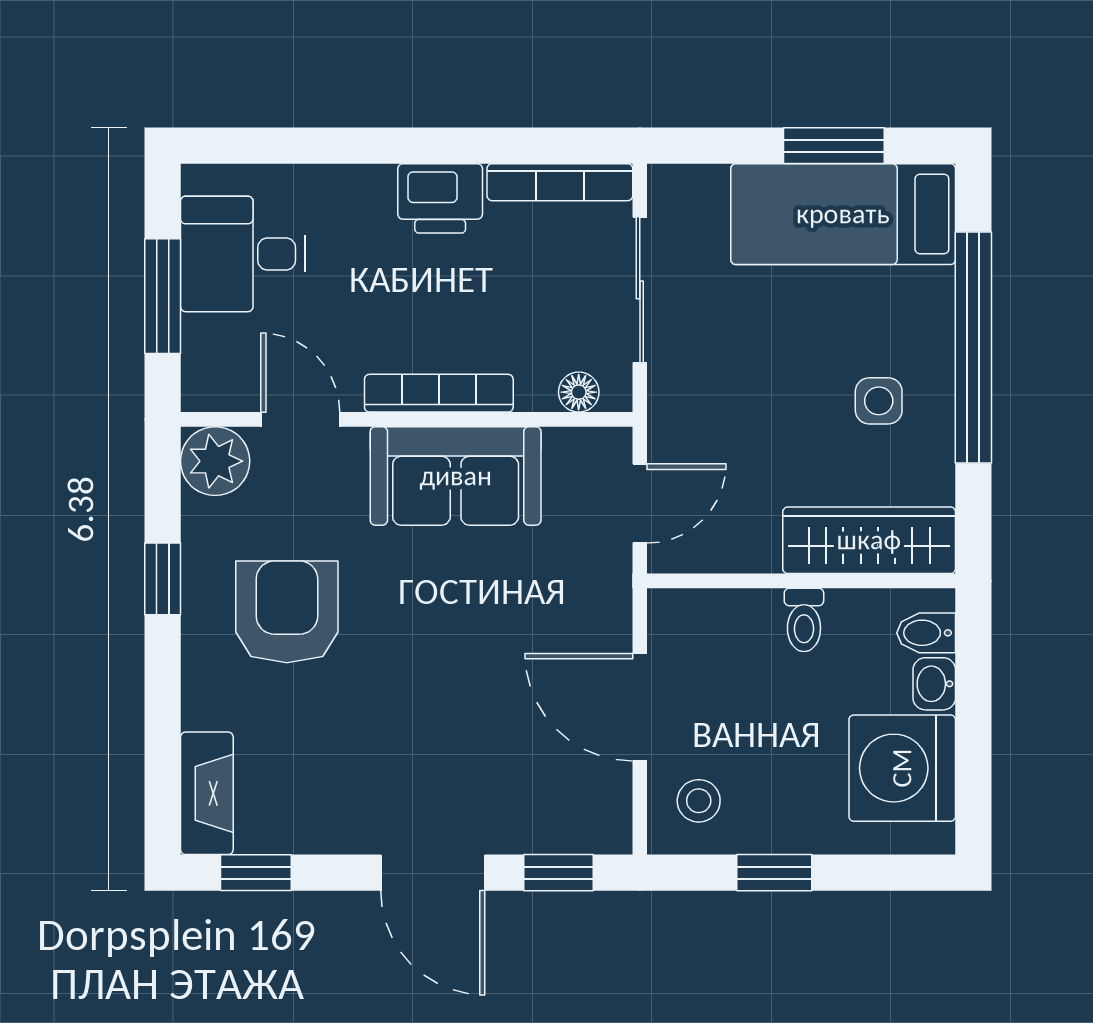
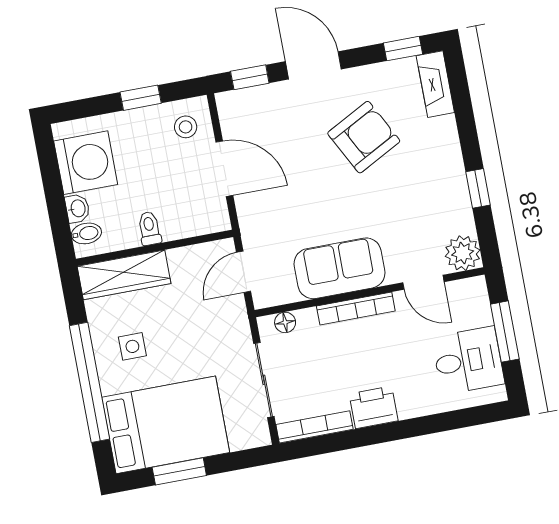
bed: (843, 214) -> (166, 425), width x1.50
armchair: (287, 612) -> (364, 137), moved, turned -118

